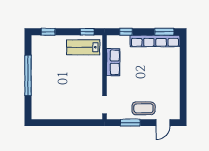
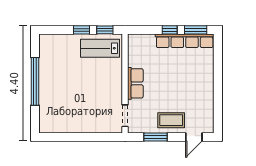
window: (48, 32) -> (82, 30), moved
window: (126, 32) -> (170, 30), moved
row of seats: (113, 62) -> (135, 83), moved

